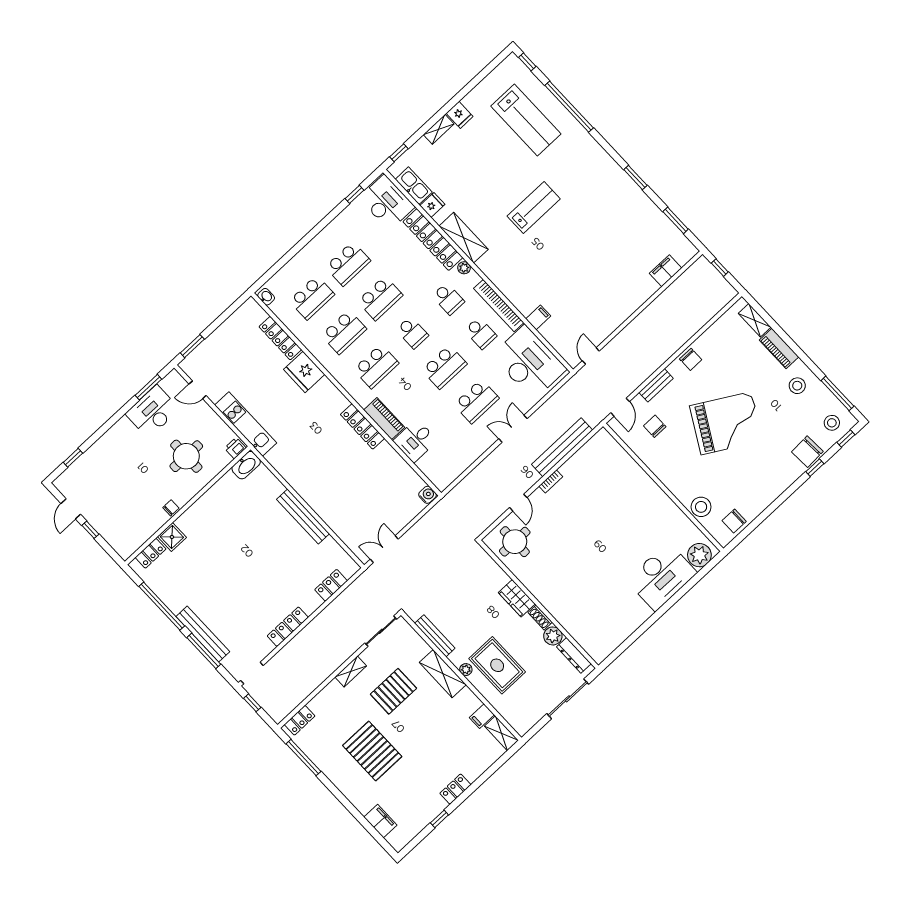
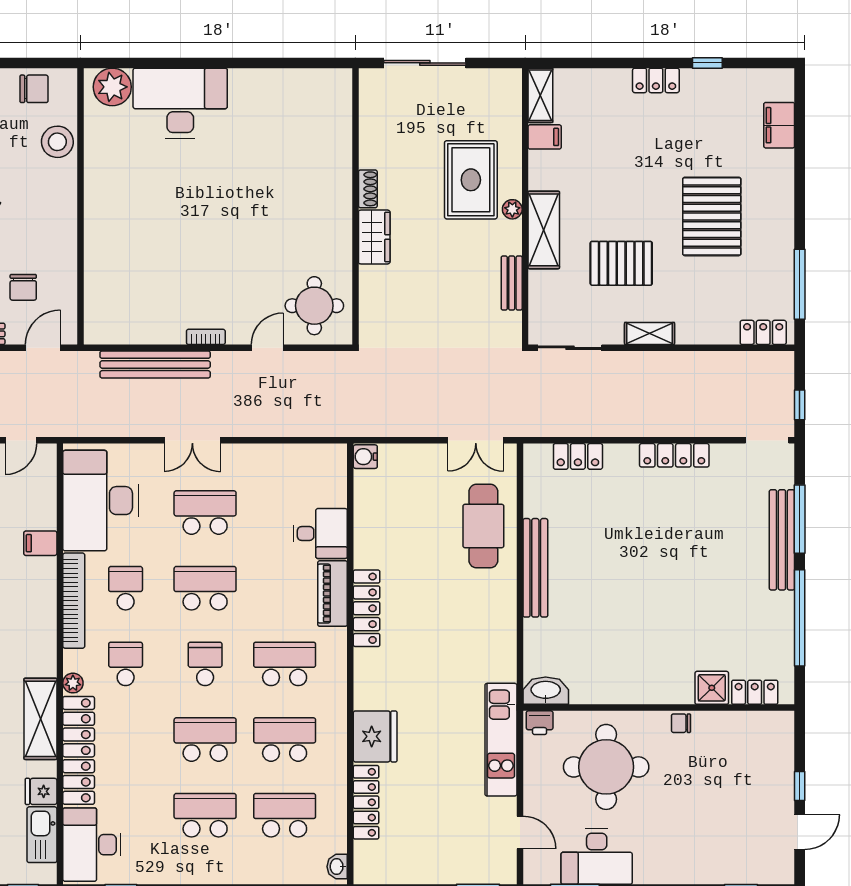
round table: (186, 456) -> (606, 767), width x1.36, depth x1.36
cafe table: (344, 513) -> (483, 526), added
bench: (435, 636) -> (512, 283), width x0.73
plant: (553, 636) -> (373, 153), removed
dresser: (574, 655) -> (370, 107), removed

